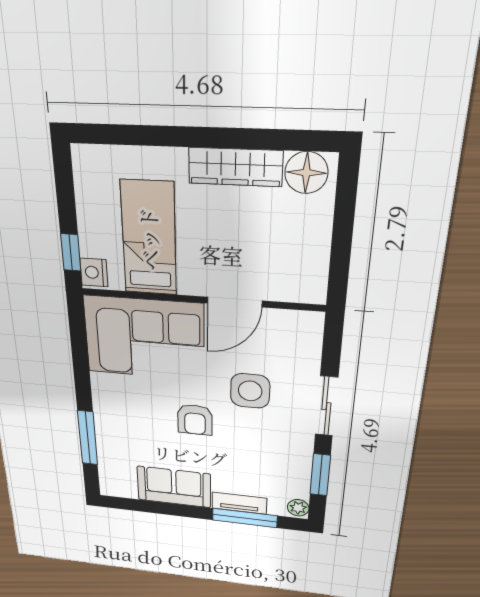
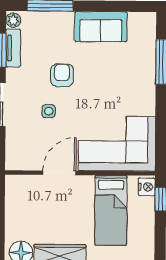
side table: (250, 391) -> (49, 111), width x0.54, depth x0.54
armchair: (195, 420) -> (62, 75), moved
tv unit: (239, 503) -> (13, 48), moved, turned -90

